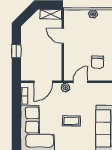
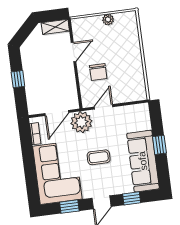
door: (63, 36) -> (74, 52), swing flipped
chair: (98, 62) -> (98, 72), moved
plant: (66, 88) -> (81, 122), width x1.88, depth x1.88

